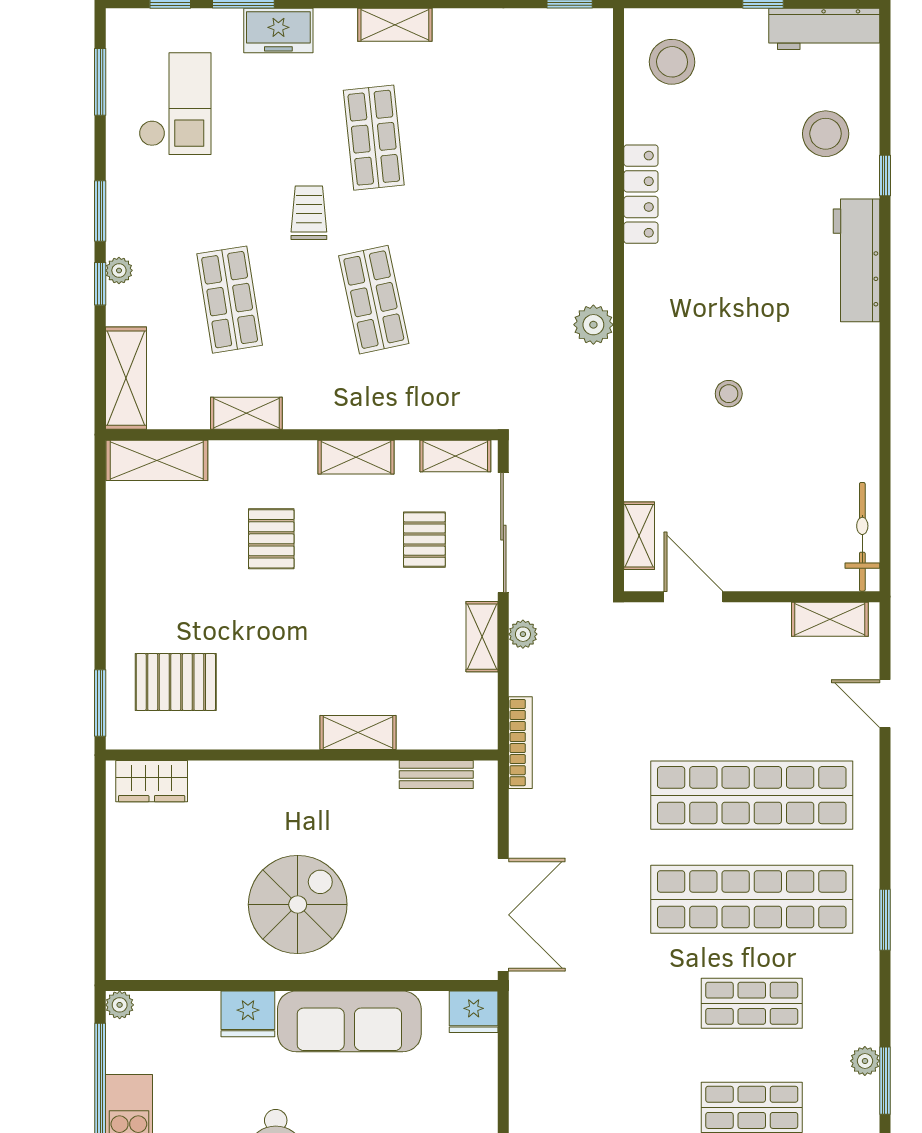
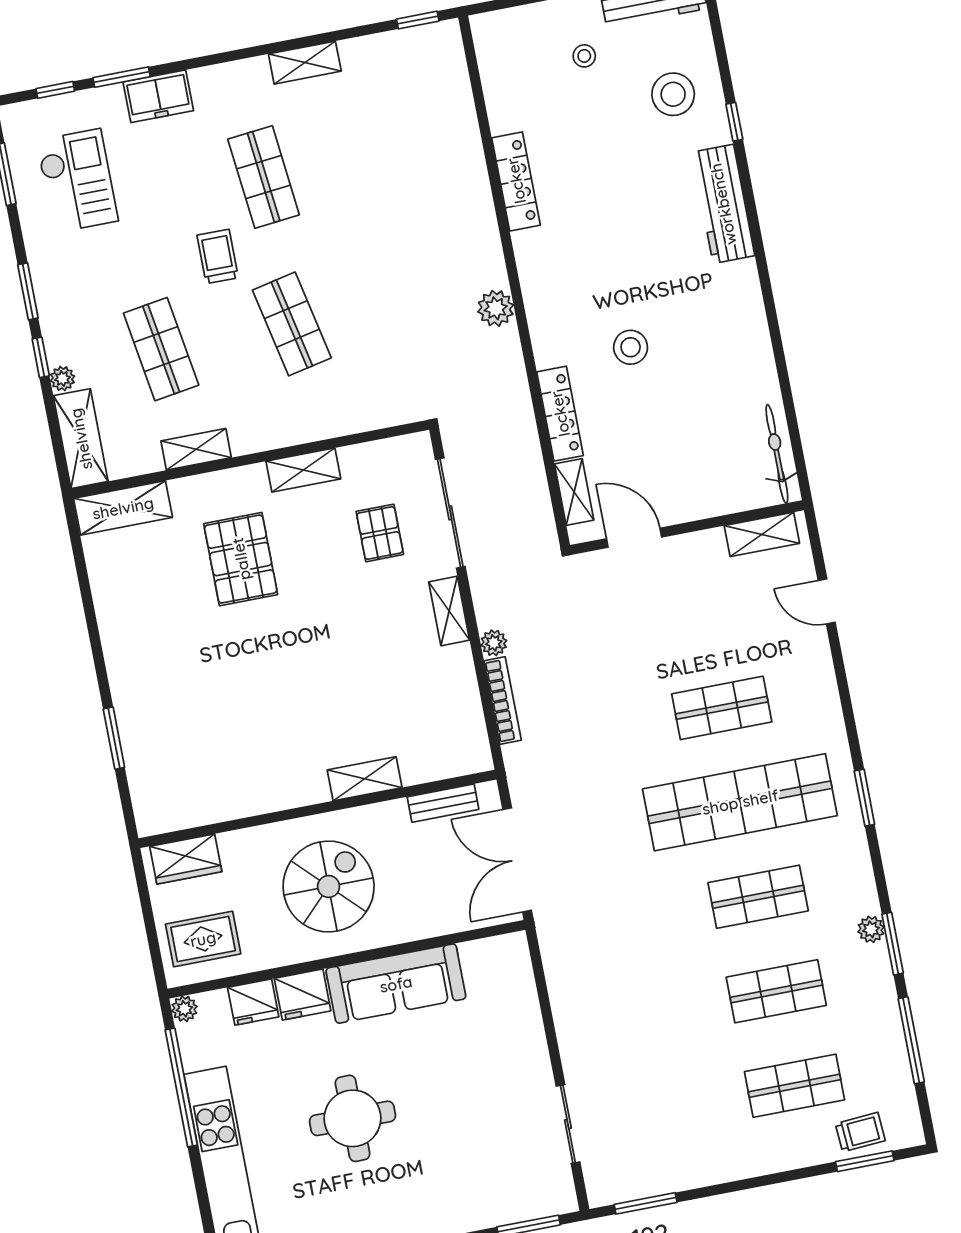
shelving: (395, 25) -> (305, 63), moved
stool: (672, 62) -> (584, 56), moved, width x0.53, depth x0.53
plant: (119, 270) -> (62, 379), moved
stool: (729, 394) -> (631, 347), width x1.37, depth x1.37
locker: (640, 450) -> (560, 414), added
shelving: (455, 456) -> (393, 452), removed
pallet: (271, 539) -> (241, 559), width x1.50, depth x1.42
plant: (523, 634) -> (494, 643), moved
pallet: (176, 682) -> (179, 706), removed
shelving: (358, 733) -> (365, 779), moved
wall: (302, 755) -> (317, 809), moved
bench: (436, 775) -> (443, 803), moved
wardrobe: (152, 781) -> (186, 859), moved
shop shelf: (752, 795) -> (722, 708), width x0.50, depth x0.74
double door: (503, 915) -> (517, 860), swing flipped
rug: (154, 935) -> (203, 939), added
fridge: (474, 1012) -> (253, 1002), moved

